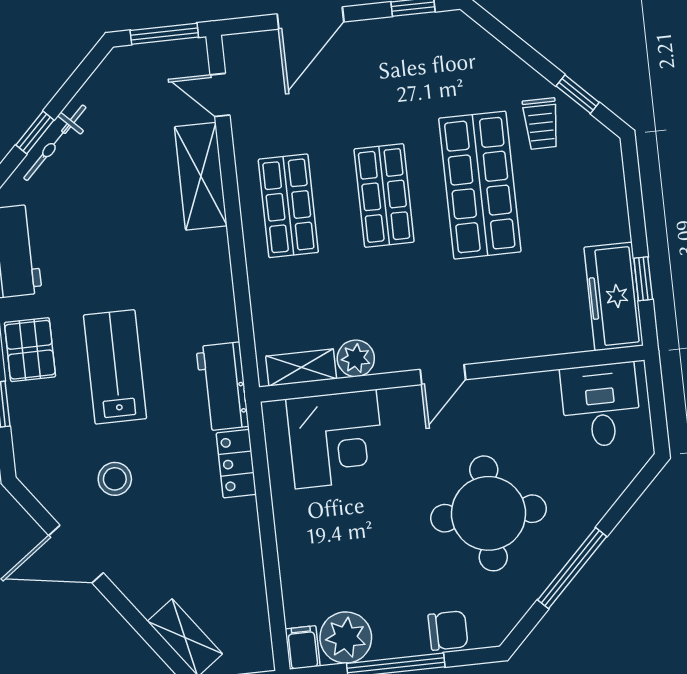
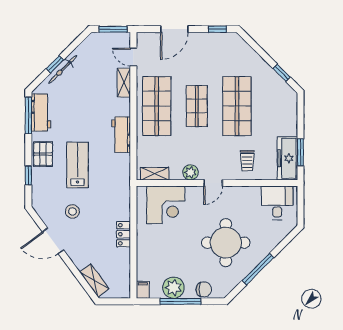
trolley: (541, 124) -> (247, 161), moved
shelving: (201, 176) -> (124, 83), width x0.67, depth x0.75
shop shelf: (288, 206) -> (157, 106), width x1.43, depth x1.36
window: (643, 279) -> (300, 152), width x1.50
plant: (356, 358) -> (190, 172), moved
workbench: (222, 386) -> (121, 135), moved
locker: (236, 464) -> (123, 234), moved
plant: (346, 638) -> (173, 288), moved

